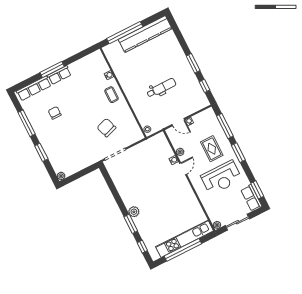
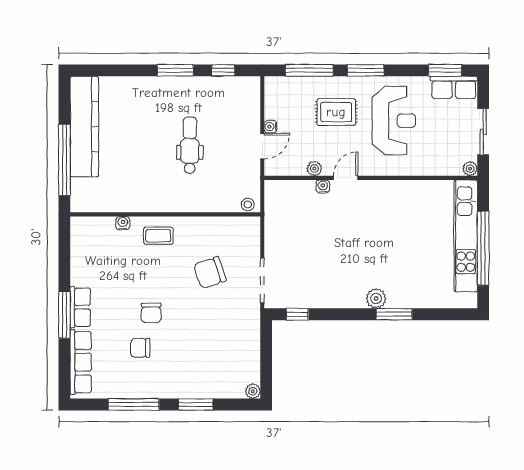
chair: (74, 110) -> (151, 313), added
door: (183, 169) -> (346, 178), hinge flipped
window: (142, 247) -> (297, 314), moved

